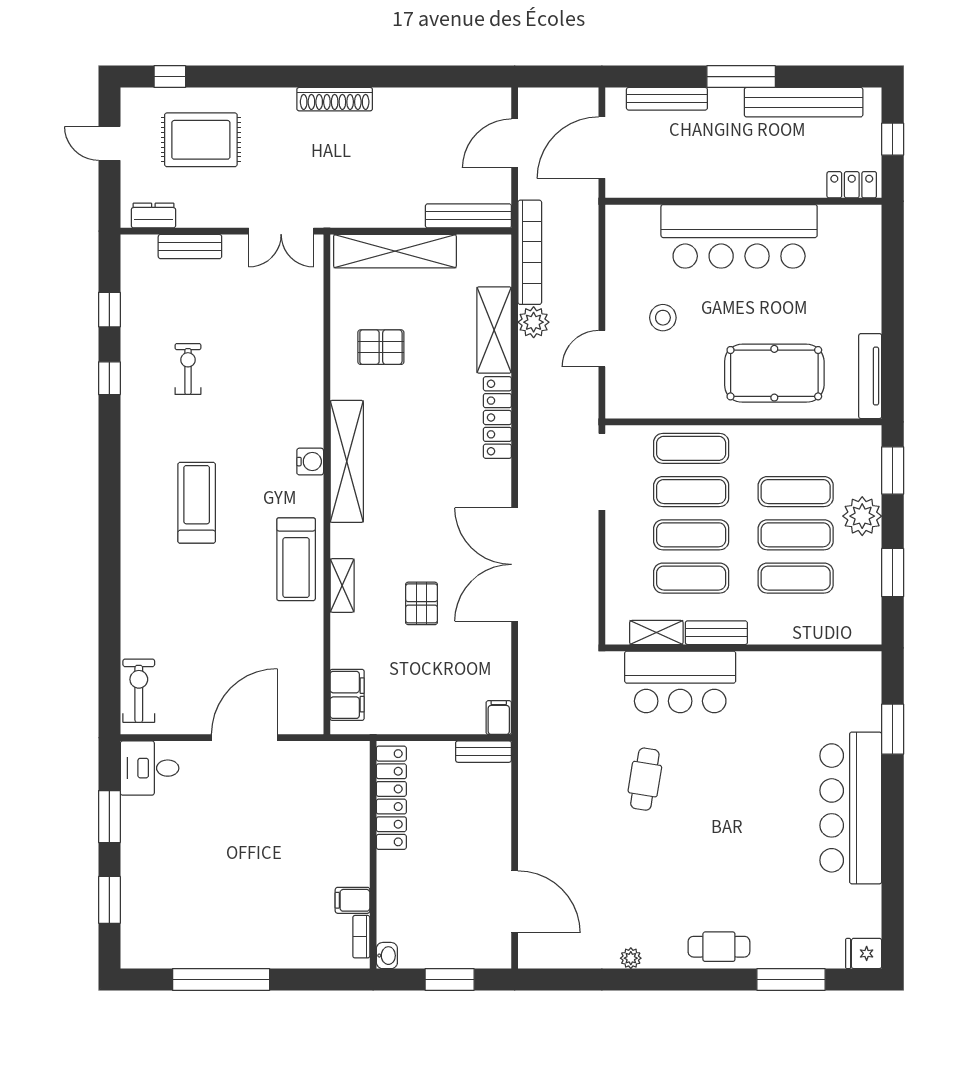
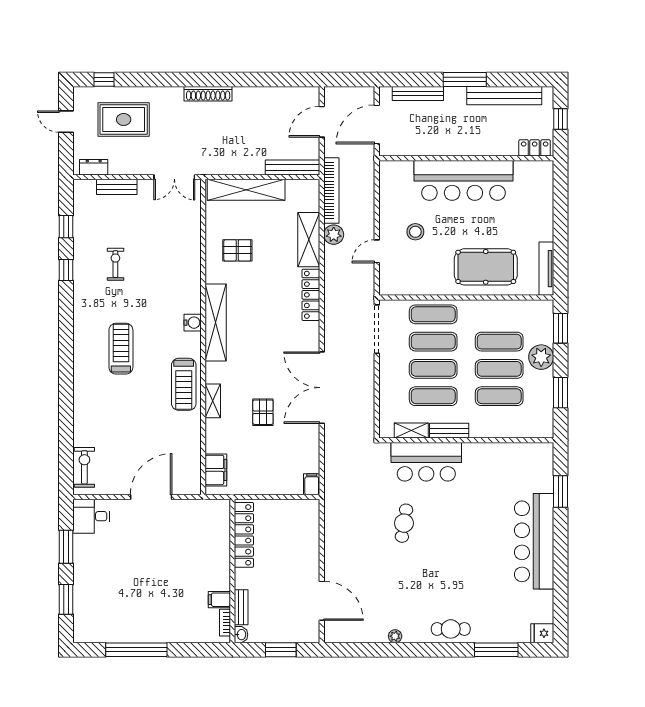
bench: (483, 752) -> (241, 607), moved, turned 90

